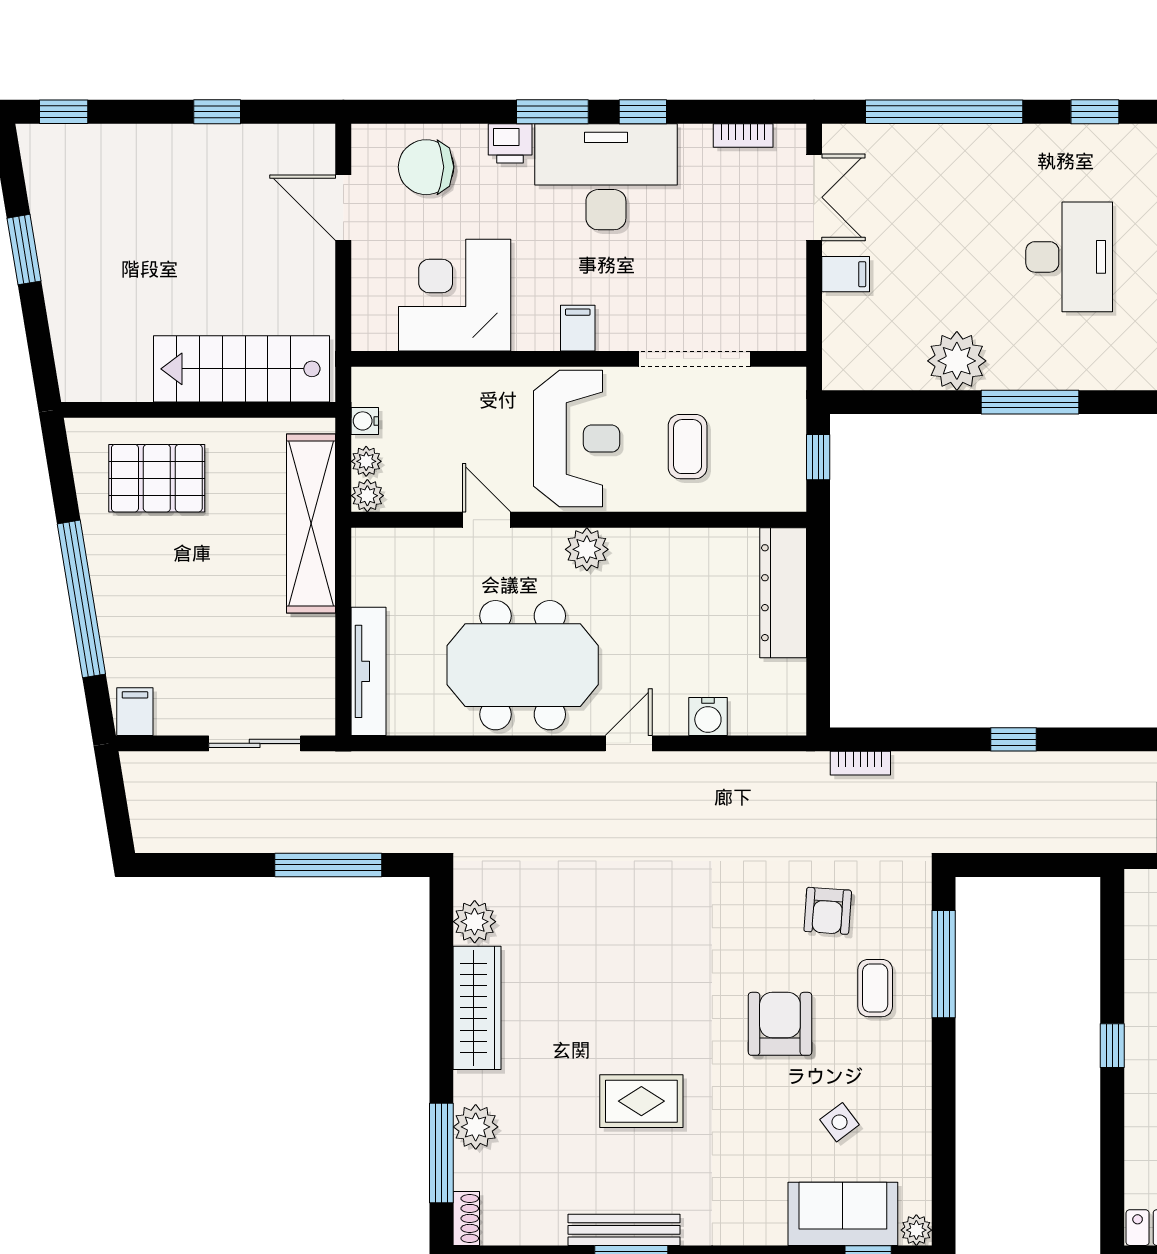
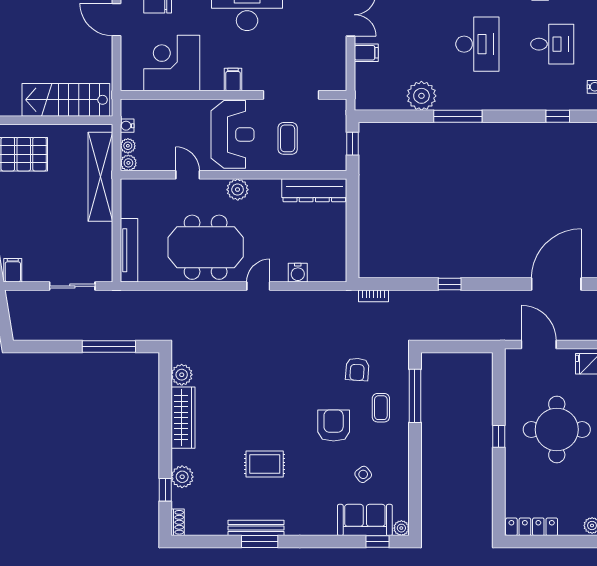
dresser: (783, 593) -> (314, 190), moved, turned -90
window: (441, 1153) -> (165, 490), width x0.46

